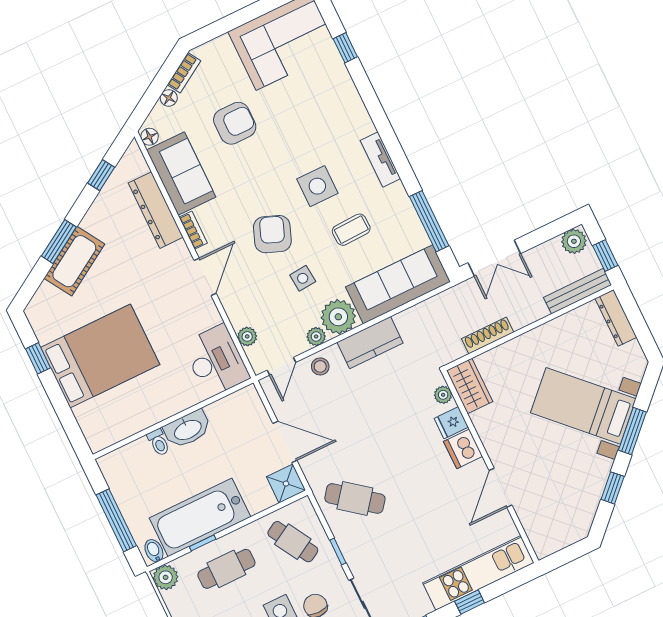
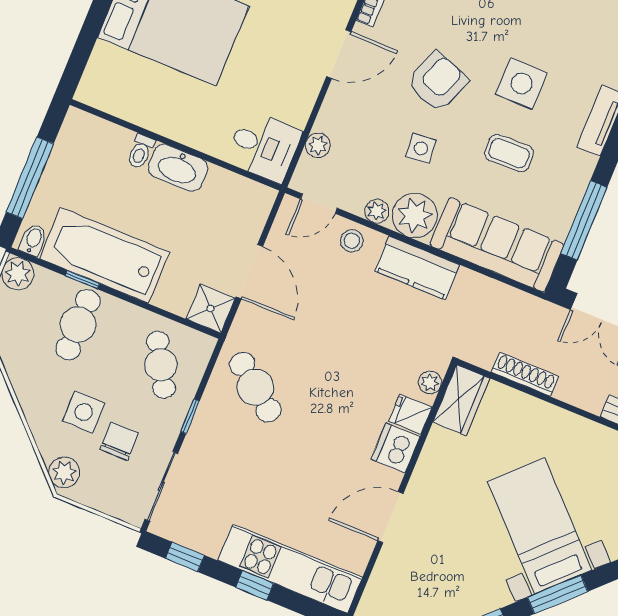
desk: (216, 361) -> (264, 146), width x0.73
cafe table: (226, 569) -> (78, 325), turned 90

